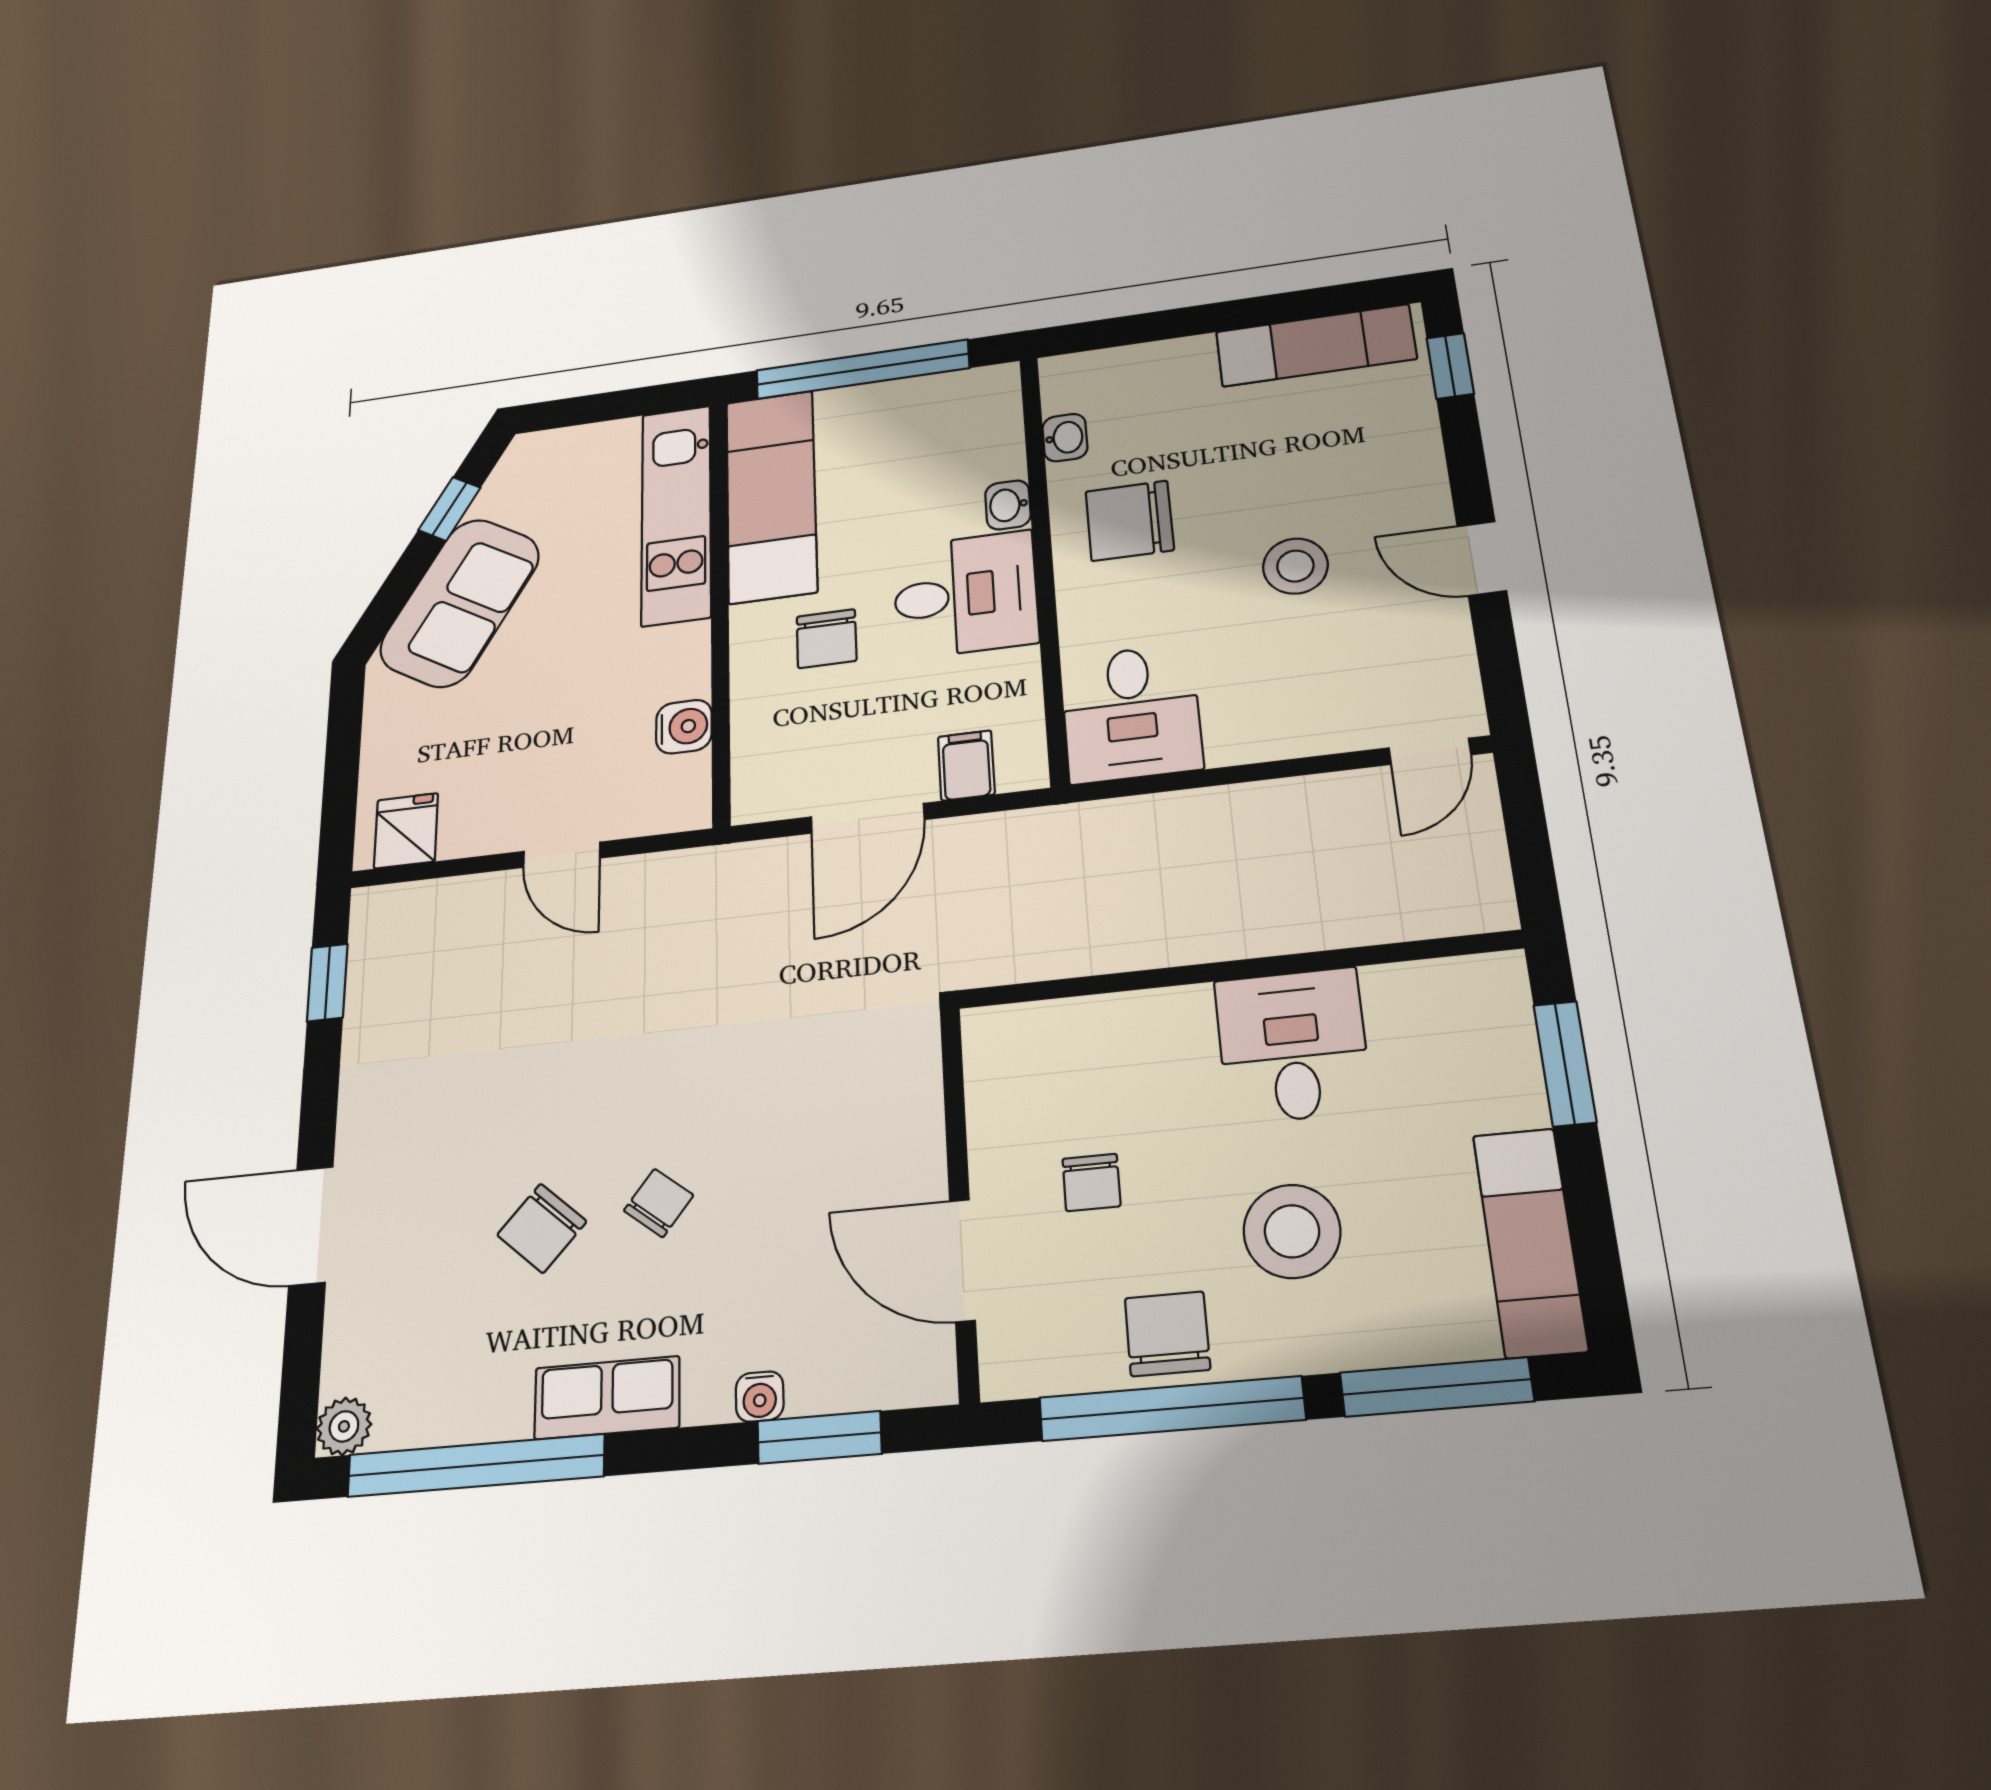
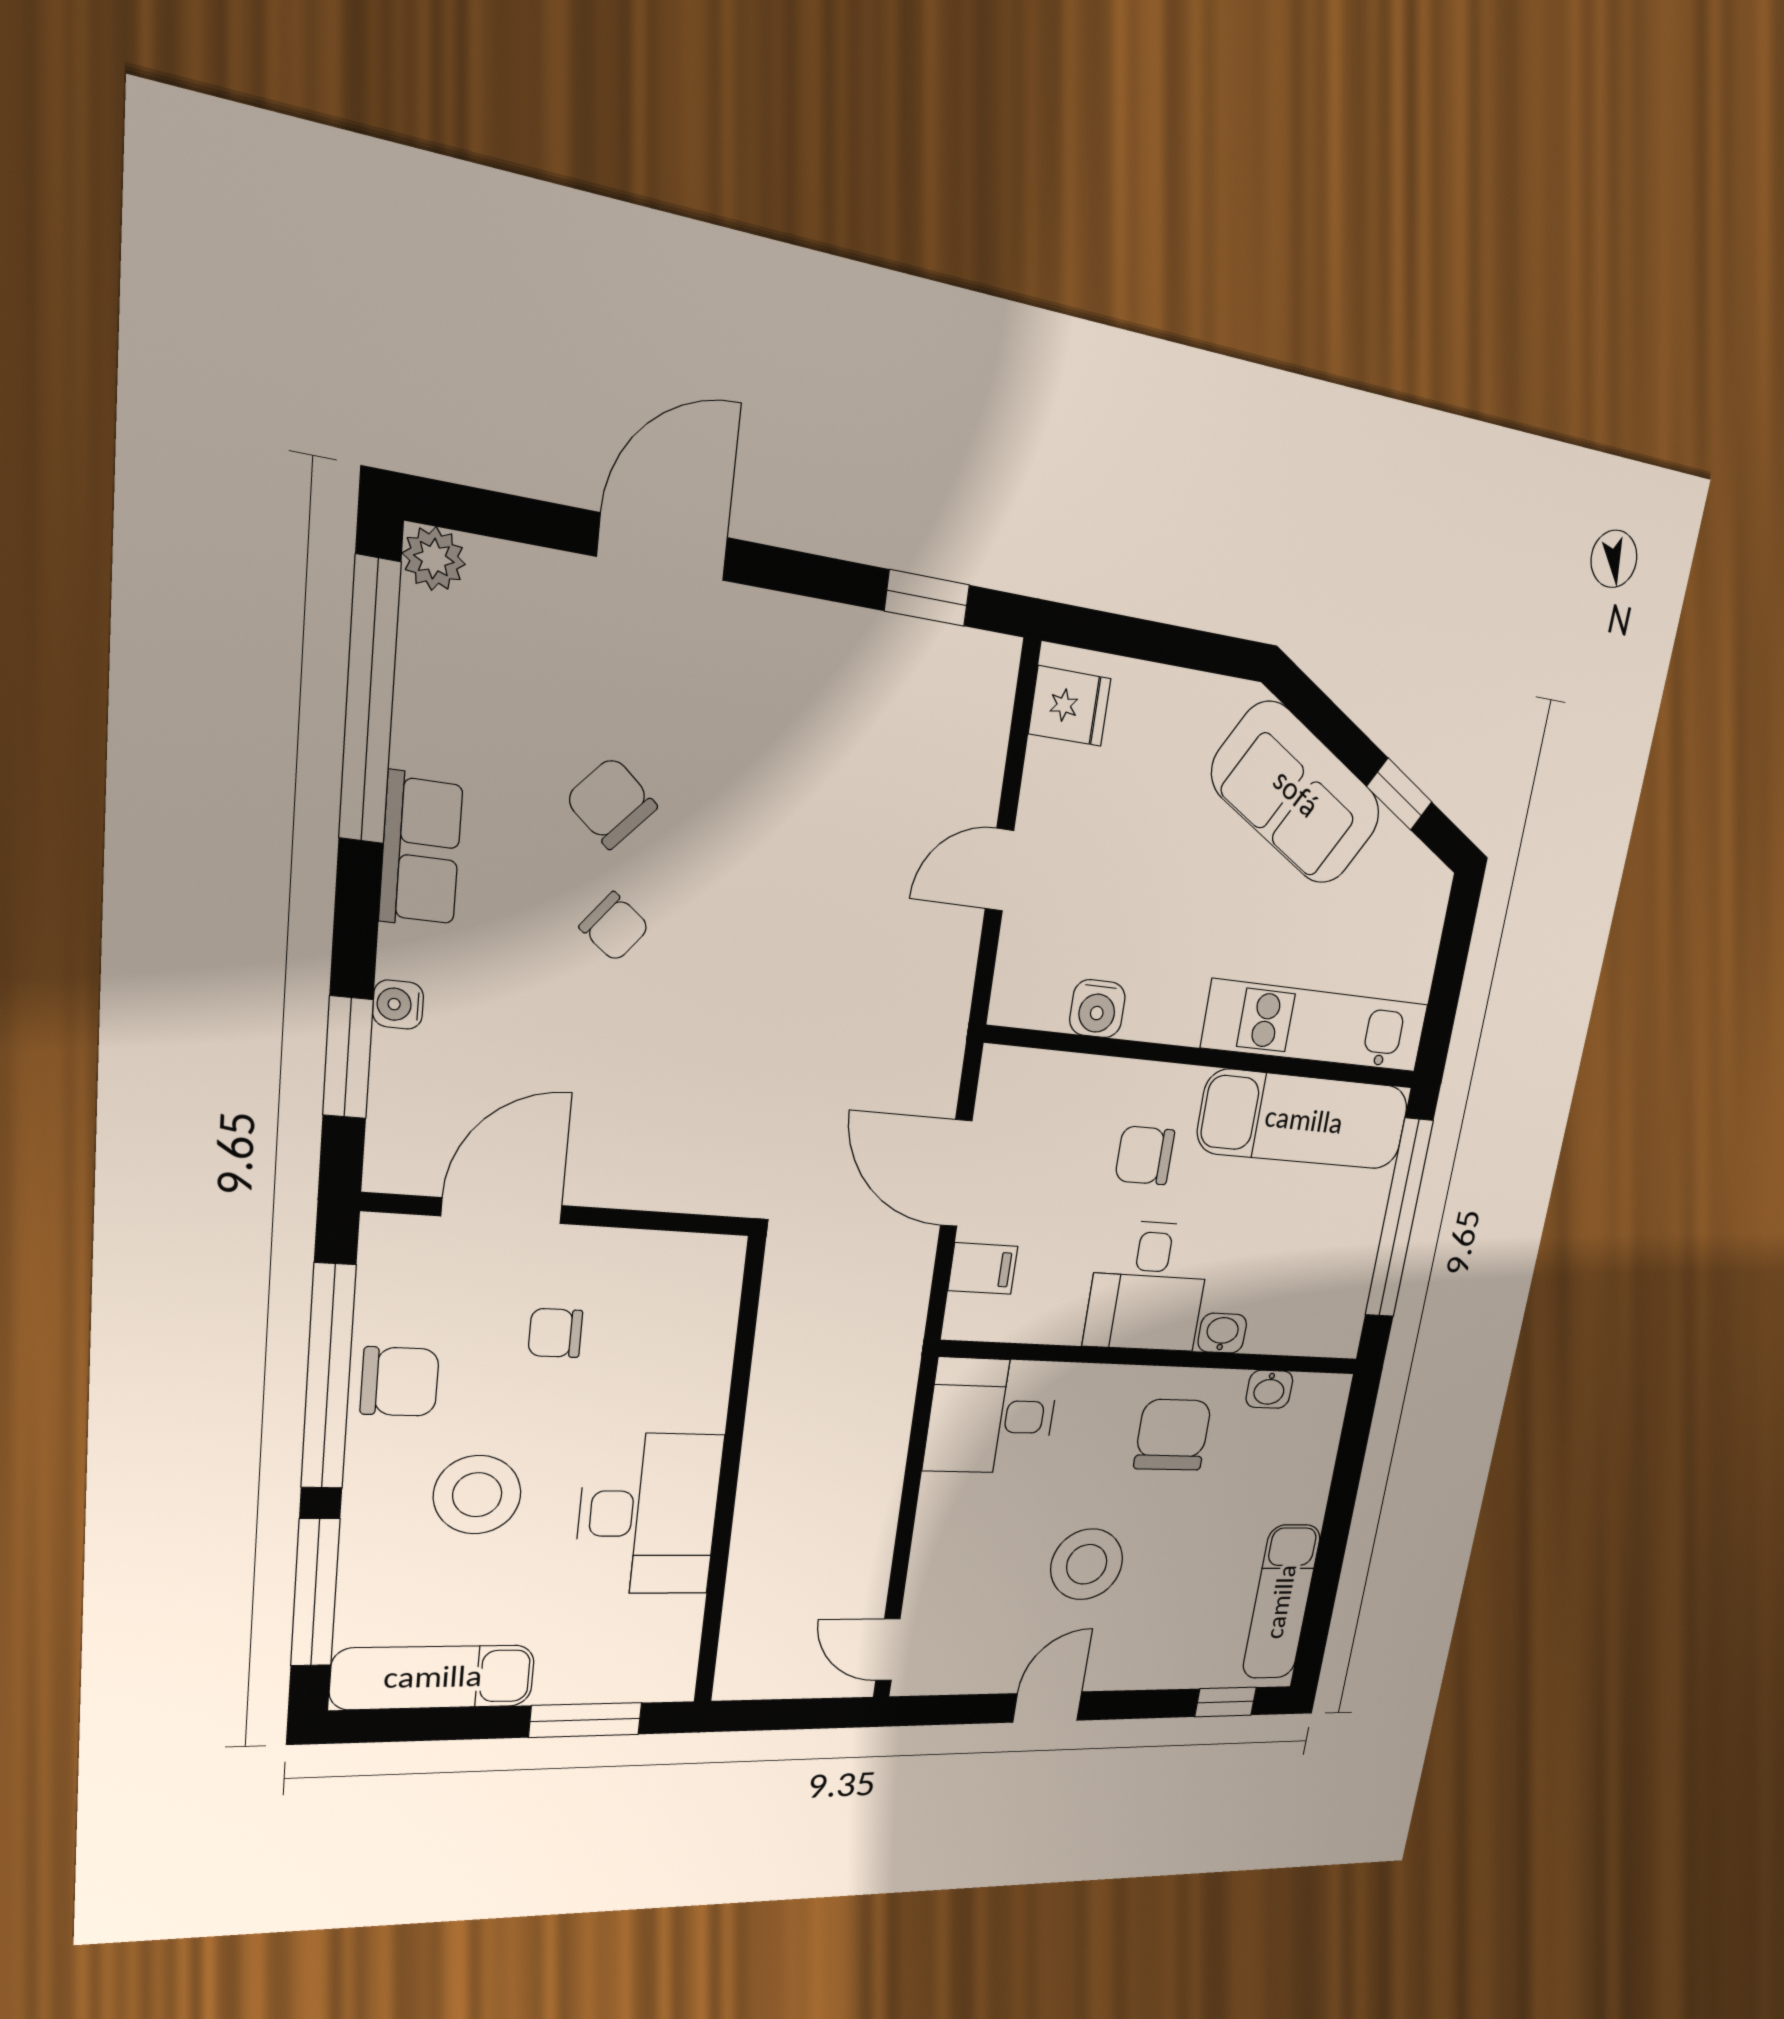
stool: (1295, 566) -> (1087, 1564), width x1.38, depth x1.38
desk: (1293, 1045) -> (648, 1514), width x1.37

